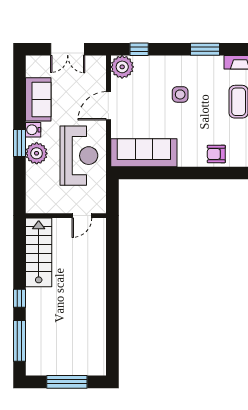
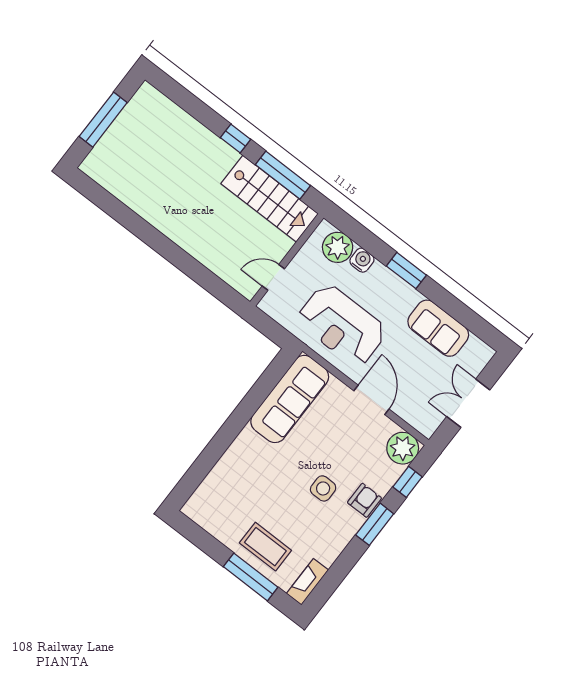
window: (205, 49) -> (375, 524), moved
water cooler: (33, 130) -> (362, 260), moved
plant: (37, 153) -> (338, 247), moved
armchair: (216, 154) -> (364, 500), moved
door: (82, 216) -> (273, 277), hinge flipped
window: (20, 341) -> (283, 175), moved

